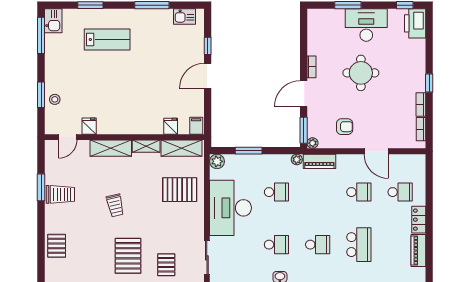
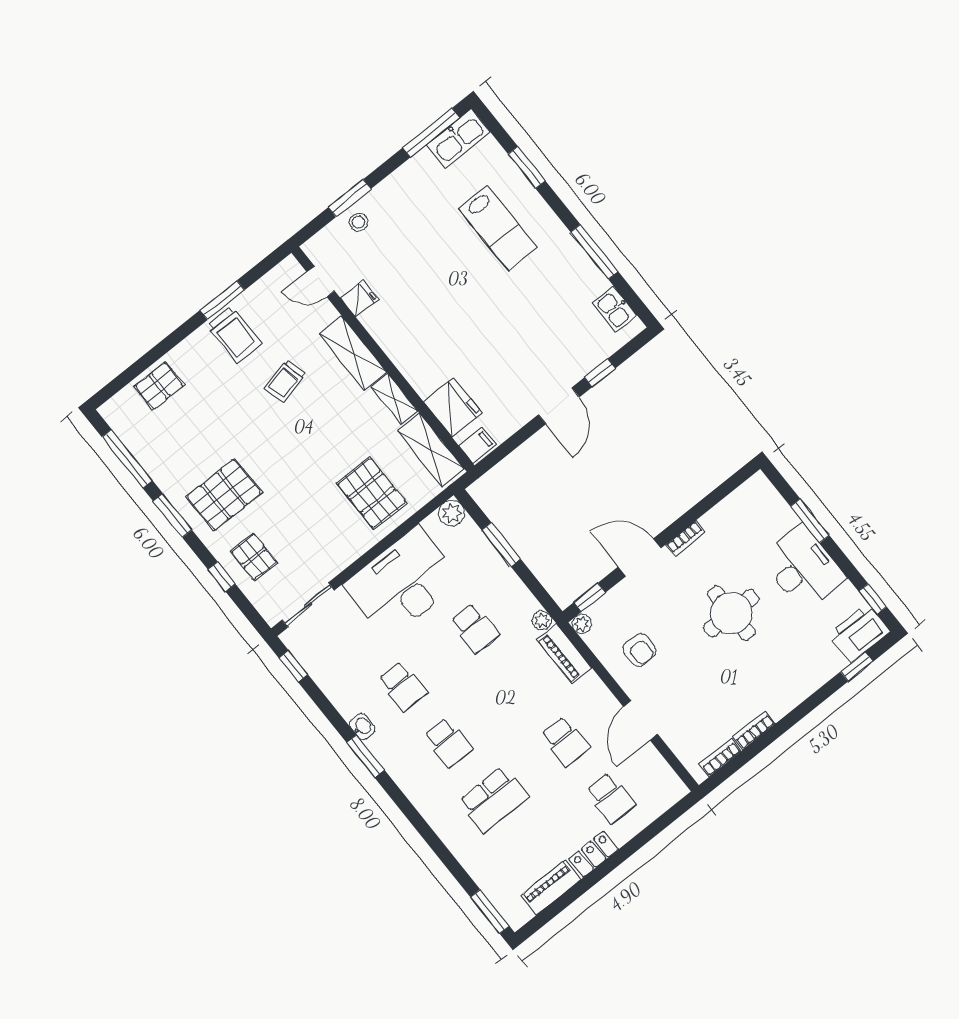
kitchen sink: (53, 21) -> (458, 139), width x1.38
door: (208, 76) -> (559, 406), swing flipped
window: (429, 83) -> (857, 667), moved
fridge: (171, 126) -> (453, 408), width x1.88, depth x1.34
window: (304, 130) -> (590, 598), width x0.67
trolley: (115, 205) -> (285, 381), moved
pallet: (166, 265) -> (254, 557), turned 90

